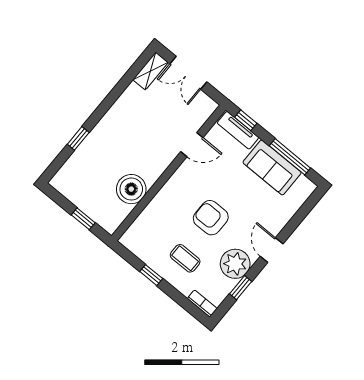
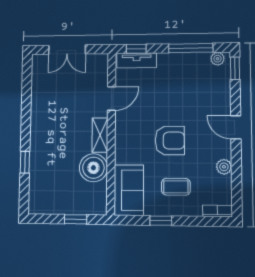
shelving: (150, 71) -> (100, 135), moved
sofa: (272, 168) -> (129, 190), moved, turned -90
plant: (304, 183) -> (218, 59), added
armchair: (211, 218) -> (170, 141), turned 180
plant: (235, 264) -> (224, 167), width x0.53, depth x0.53
window: (241, 288) -> (235, 68), moved

